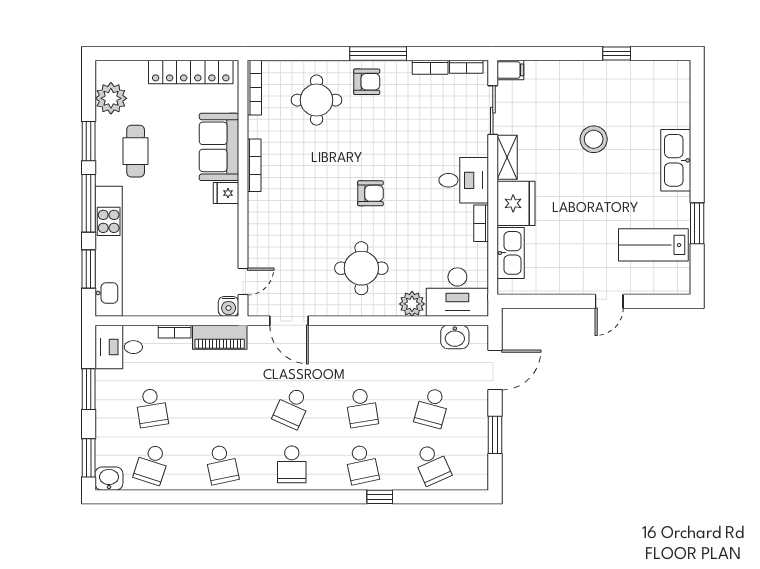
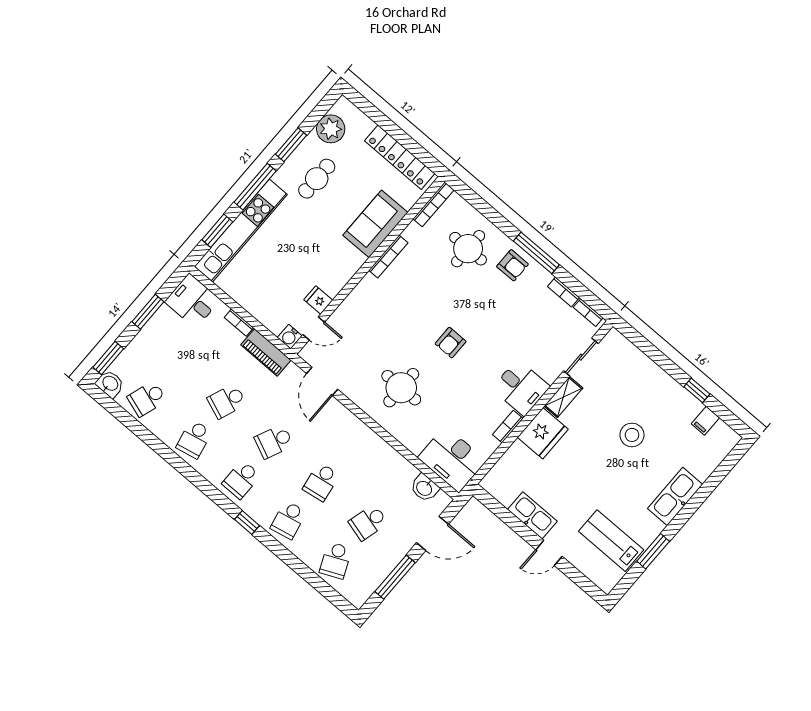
filing cabinet: (510, 70) -> (705, 421), moved, turned 90
fridge: (226, 193) -> (318, 300), moved
armchair: (370, 193) -> (451, 343), turned 90
kitchen sink: (511, 253) -> (532, 515), moved, turned -90
plant: (412, 304) -> (415, 441), removed
school desk: (152, 408) -> (227, 401), moved, turned 30
window: (495, 435) -> (395, 577), width x1.44
window: (380, 497) -> (247, 523), moved

